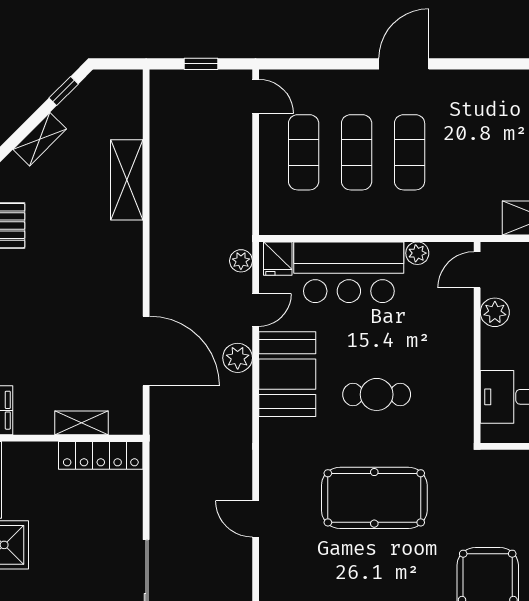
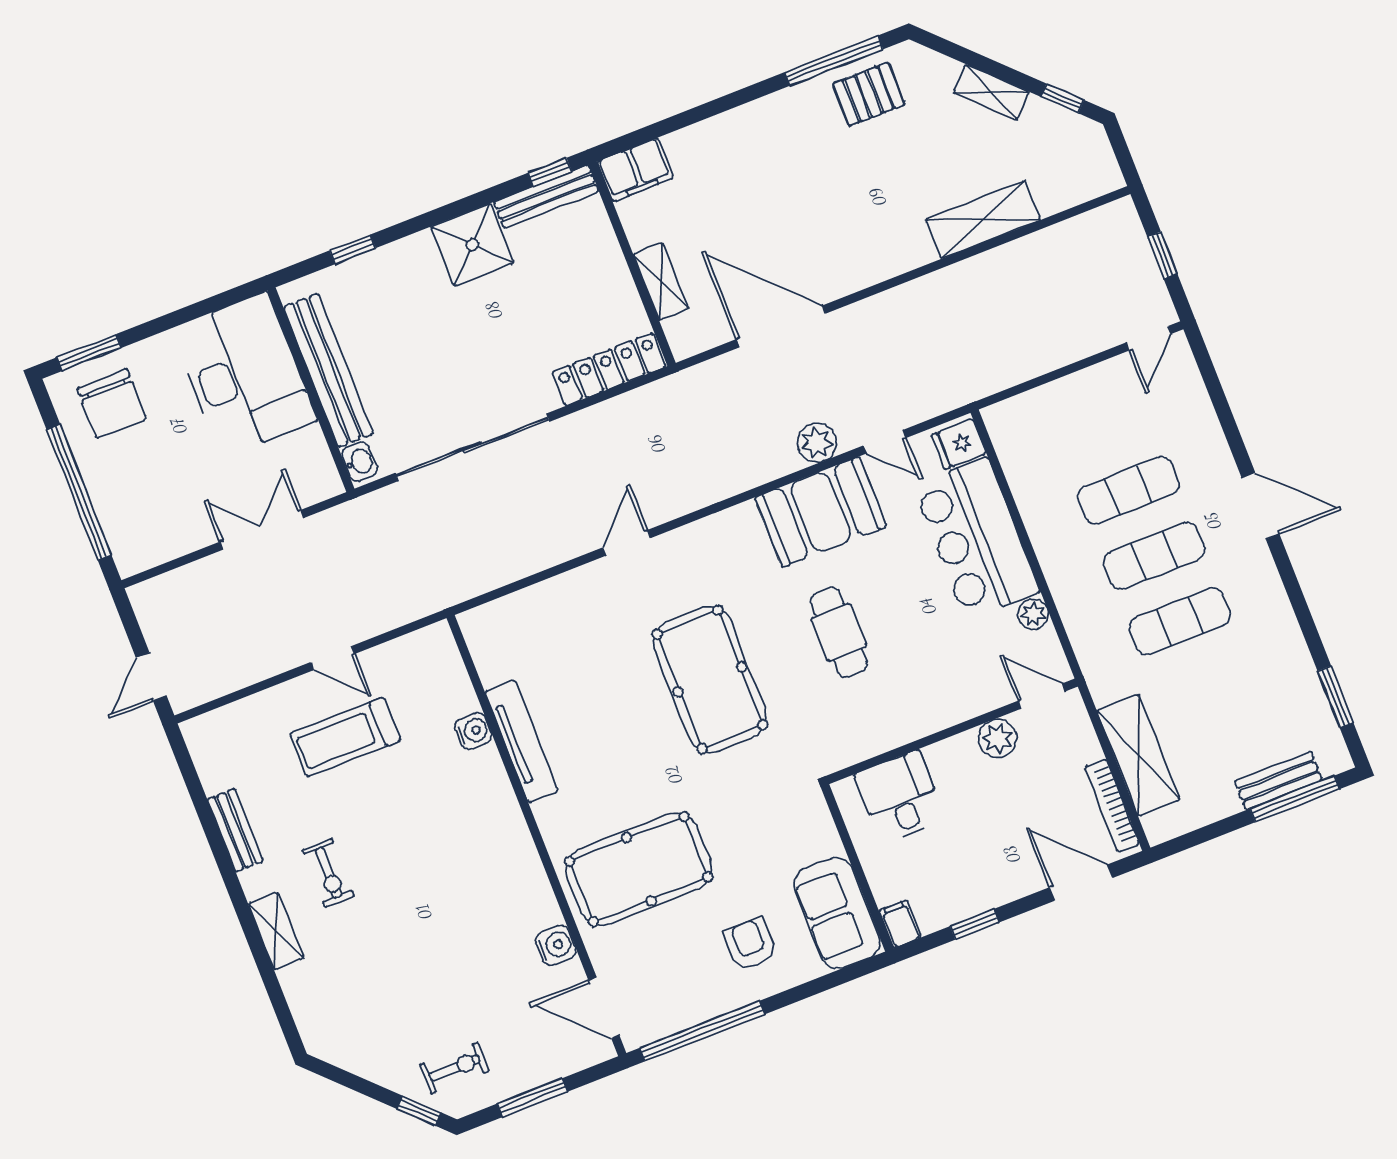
exercise mat: (304, 152) -> (1180, 621), moved
plant: (241, 261) -> (938, 400), removed
door: (146, 351) -> (781, 326), swing flipped
locker: (101, 455) -> (609, 369), moved, turned 90

